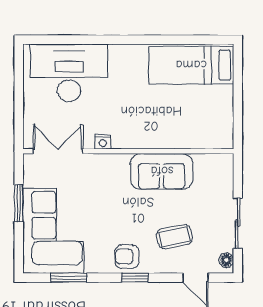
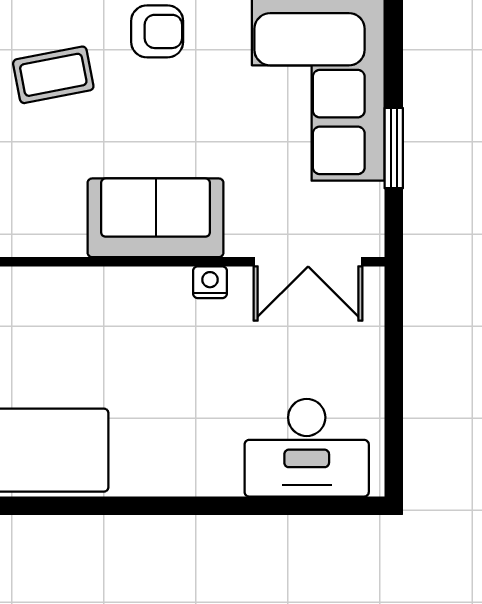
desk: (69, 73) -> (307, 448), width x0.73, depth x0.77
sofa: (162, 171) -> (156, 218), moved

